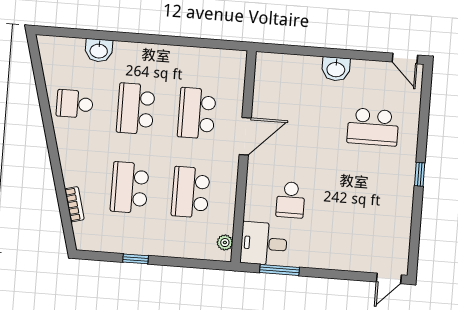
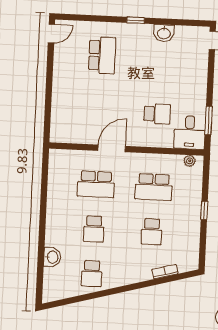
washbasin: (336, 69) -> (164, 33), moved, turned 90
school desk: (136, 109) -> (94, 229), width x0.54
door: (245, 136) -> (112, 148), hinge flipped
school desk: (130, 188) -> (152, 232), width x0.54
window: (136, 259) -> (204, 210), moved

